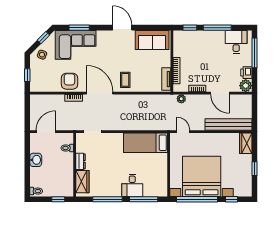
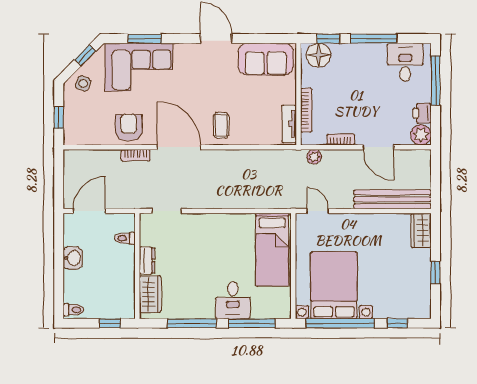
floor lamp: (184, 38) -> (318, 55), added
bed: (145, 143) -> (272, 250), moved, turned -90
bed with nightstands: (202, 176) -> (334, 285), width x0.73

